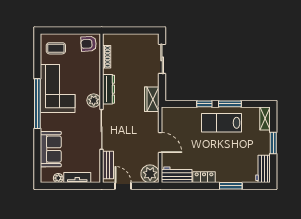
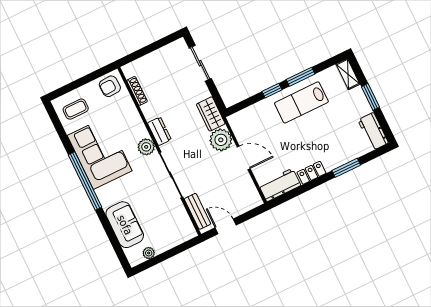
dresser: (109, 89) -> (159, 131), width x0.70
plant: (150, 174) -> (221, 140), moved
tv unit: (77, 178) -> (170, 242), removed

